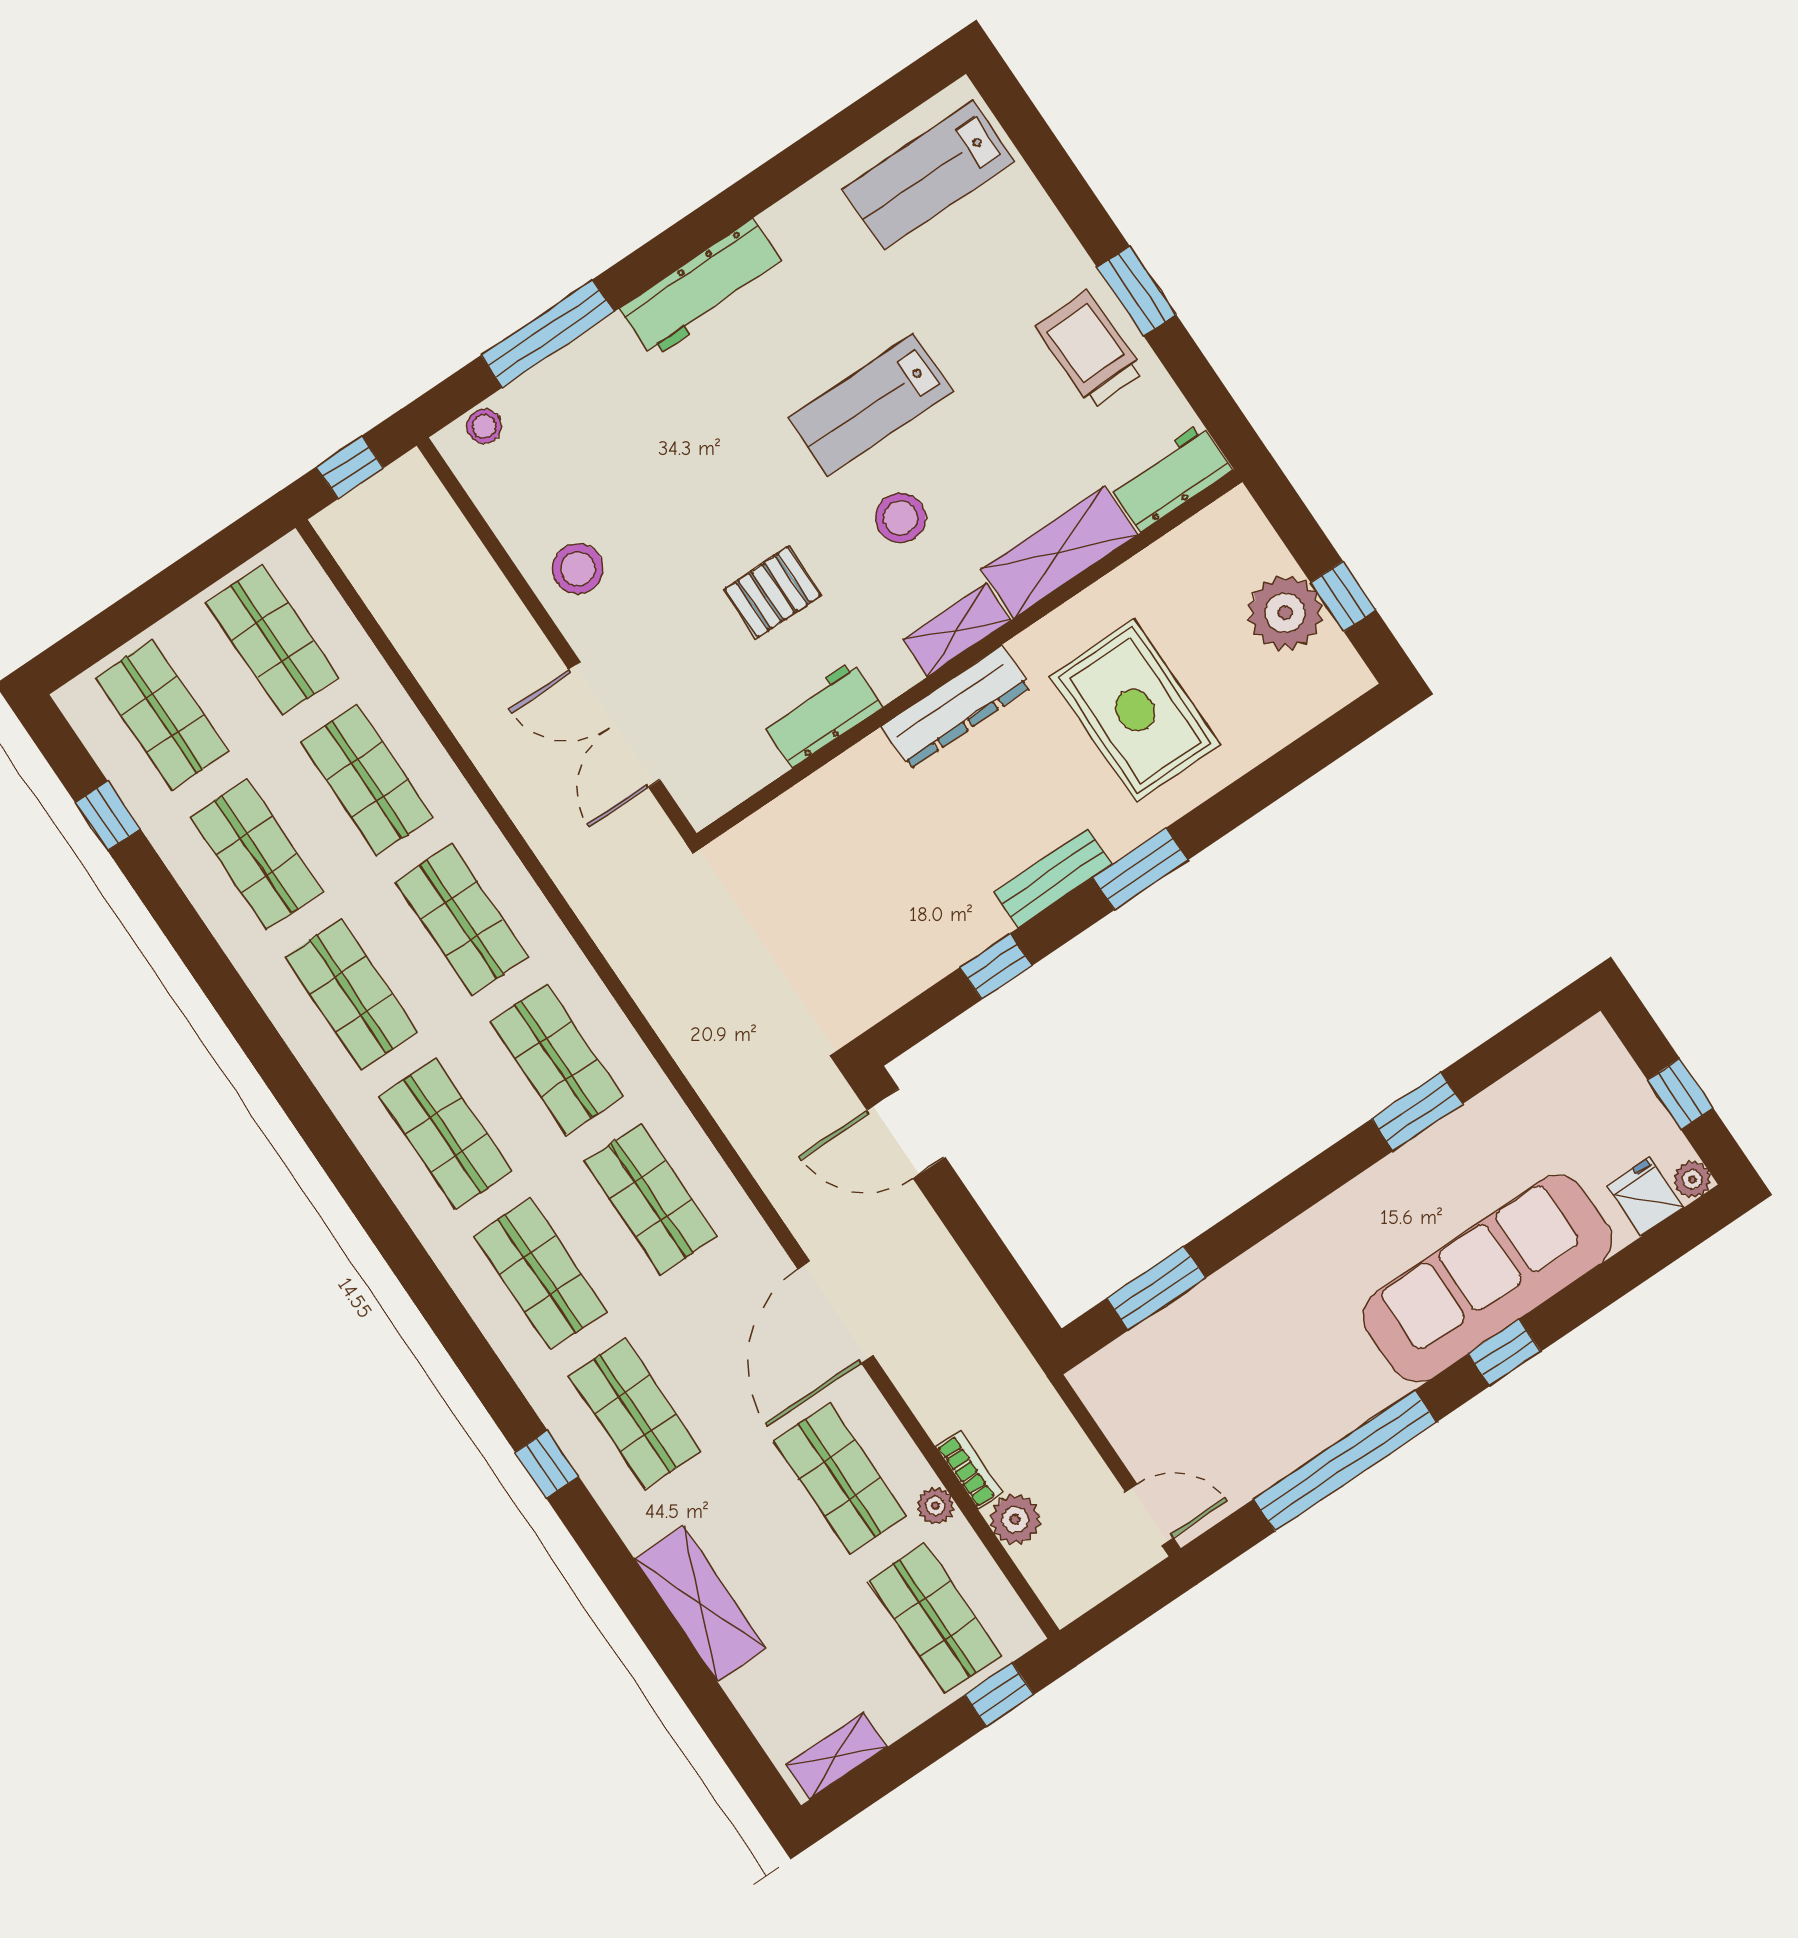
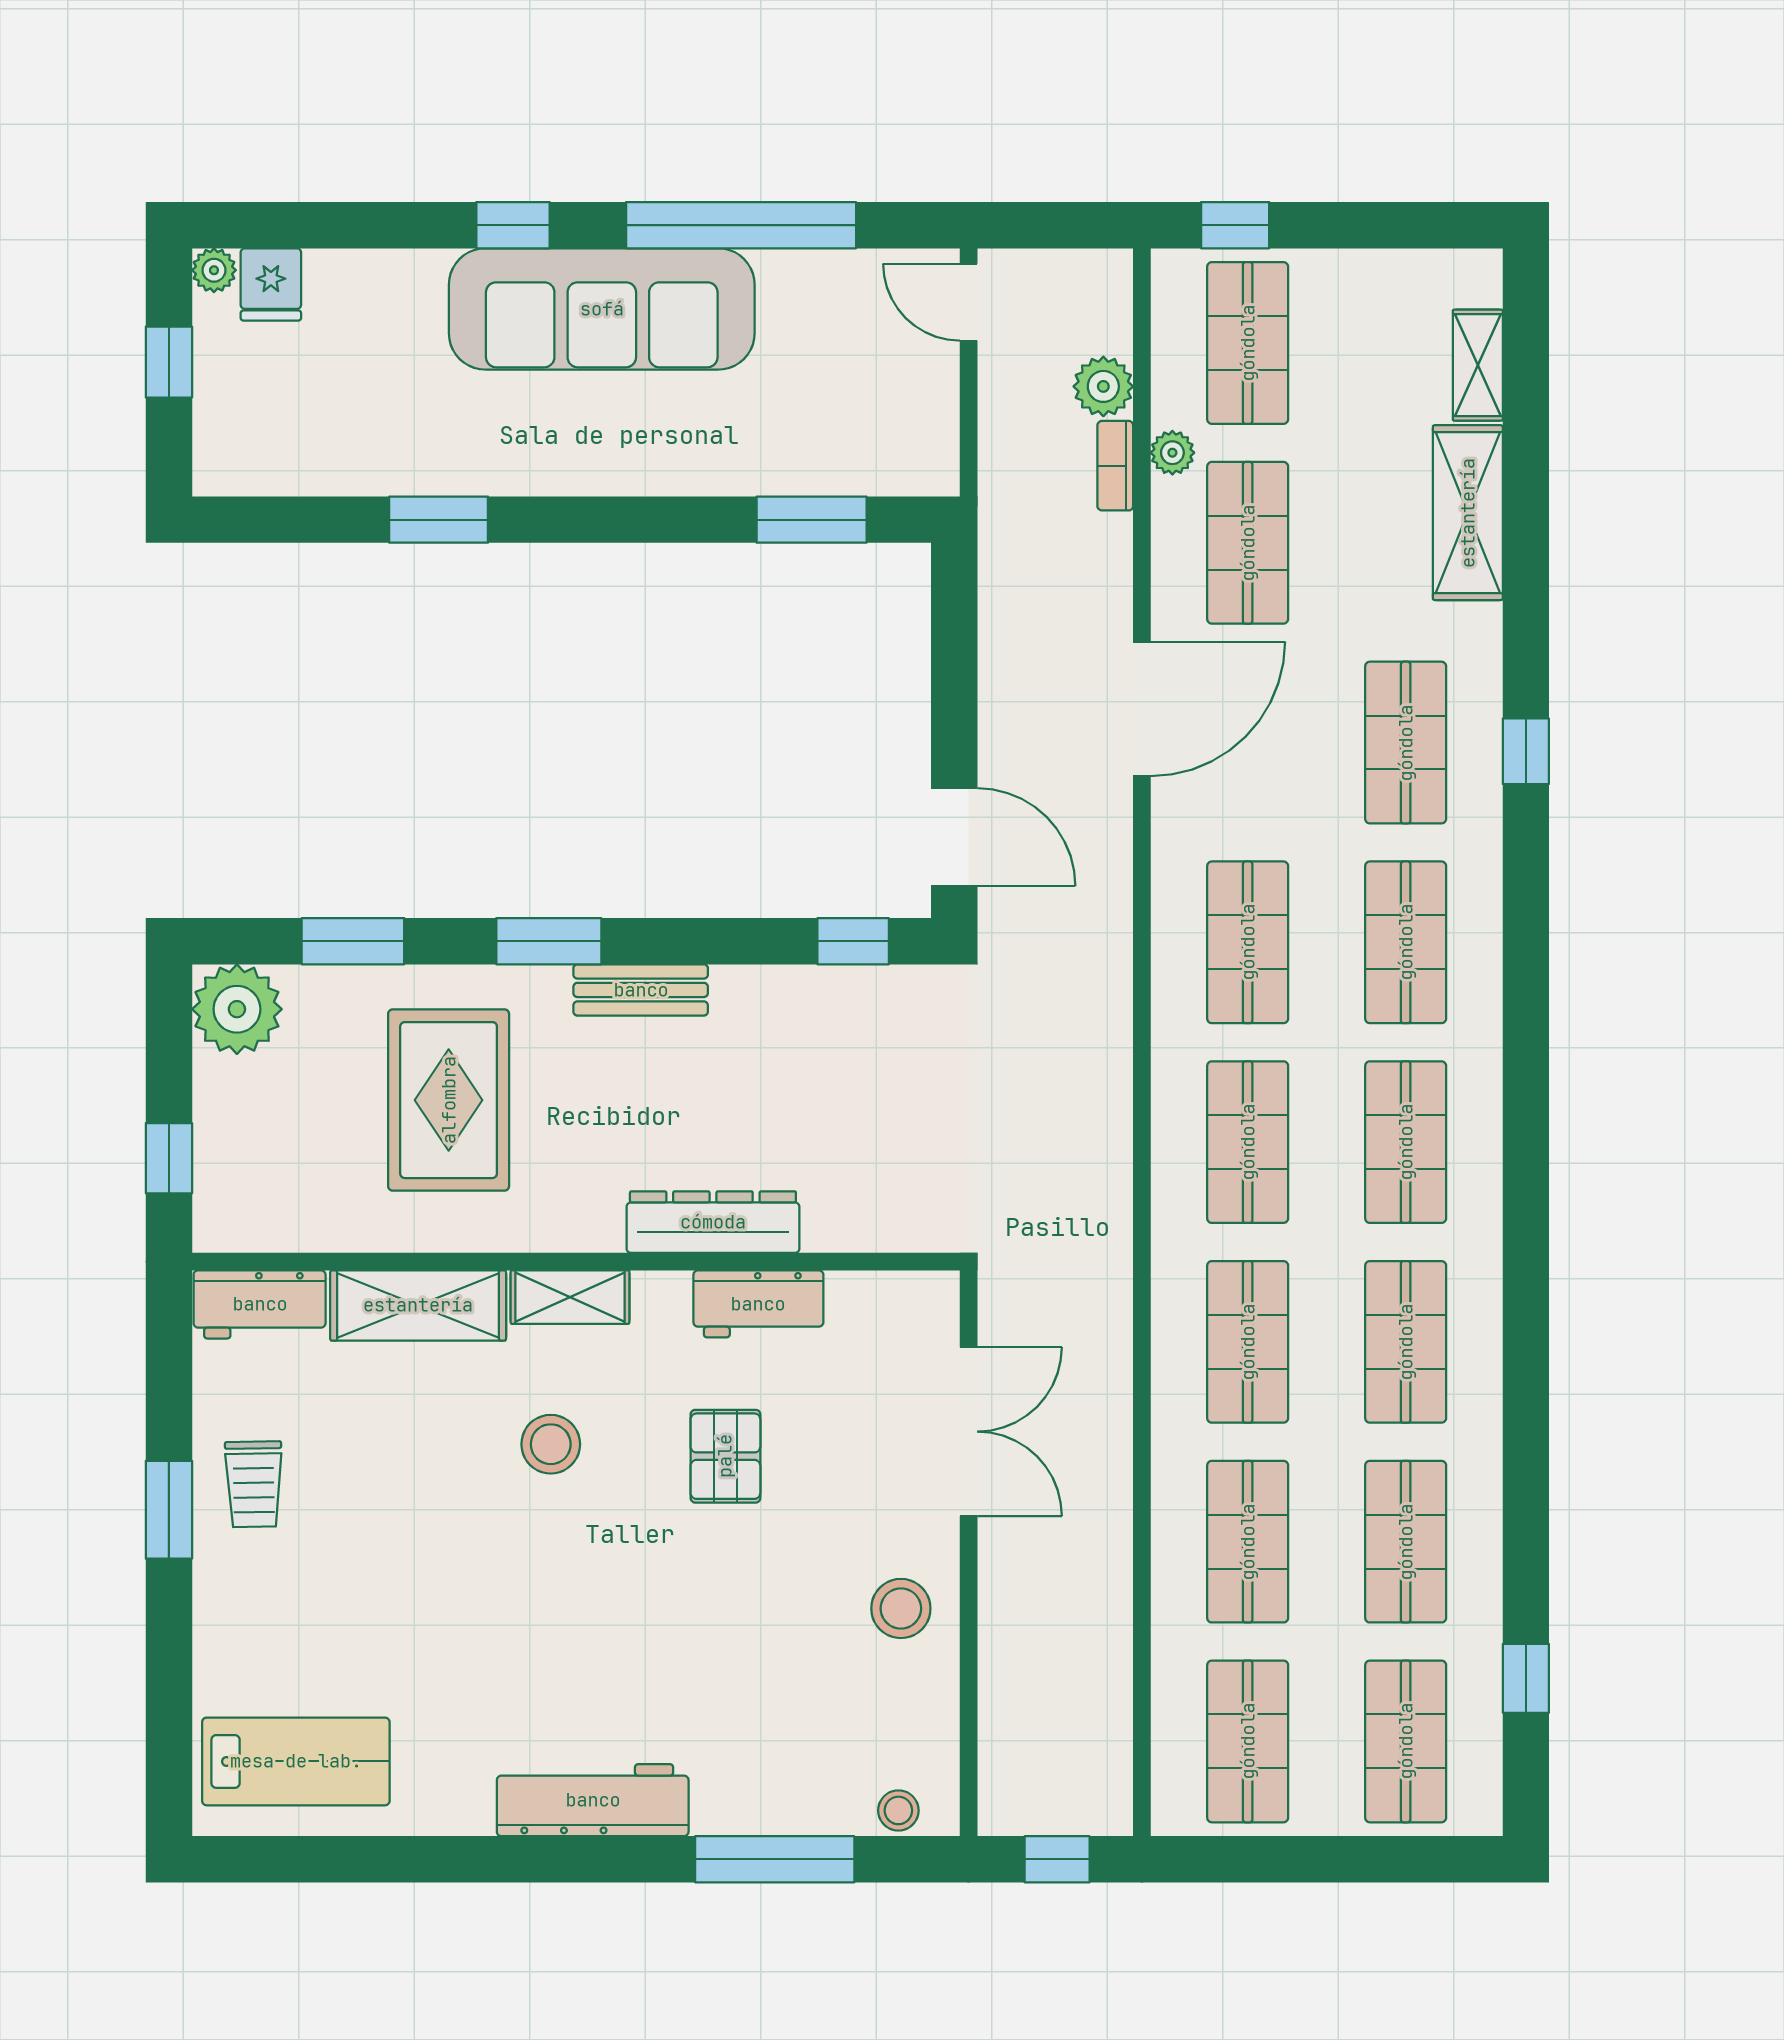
trolley: (1089, 349) -> (254, 1484), width x0.73, depth x0.72
lab bench: (871, 405) -> (505, 1575), removed
pallet: (773, 592) -> (725, 1456), turned 90
window: (1343, 596) -> (169, 1158), moved
plant: (1285, 613) -> (237, 1009), moved
dresser: (956, 707) -> (713, 1222), moved
window: (1277, 776) -> (353, 941), added
window: (996, 966) -> (853, 941), moved
sofa: (1488, 1278) -> (602, 309), moved
shelving: (837, 1756) -> (1478, 365), moved, turned 90

